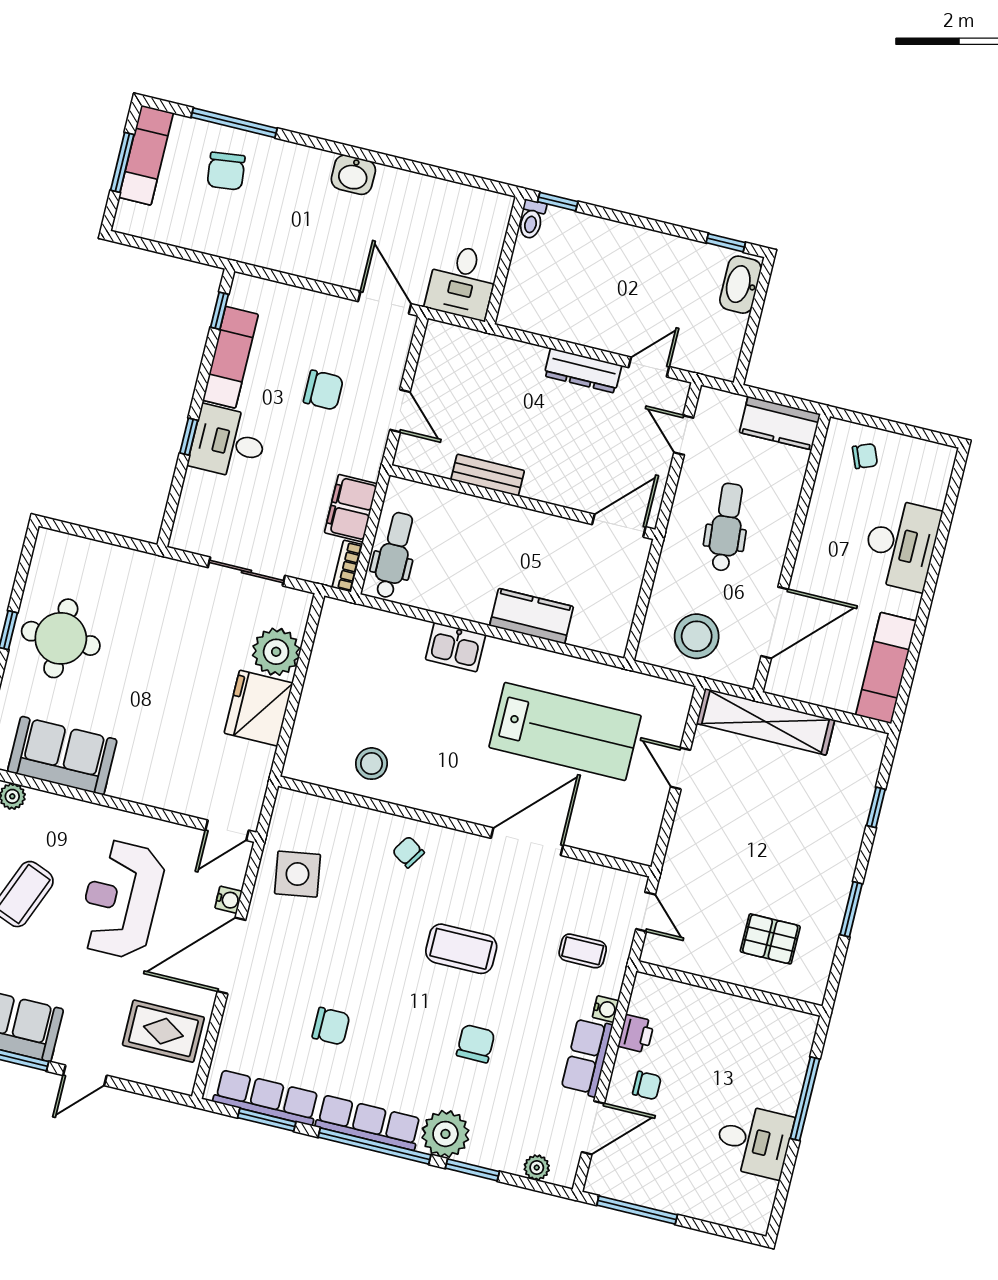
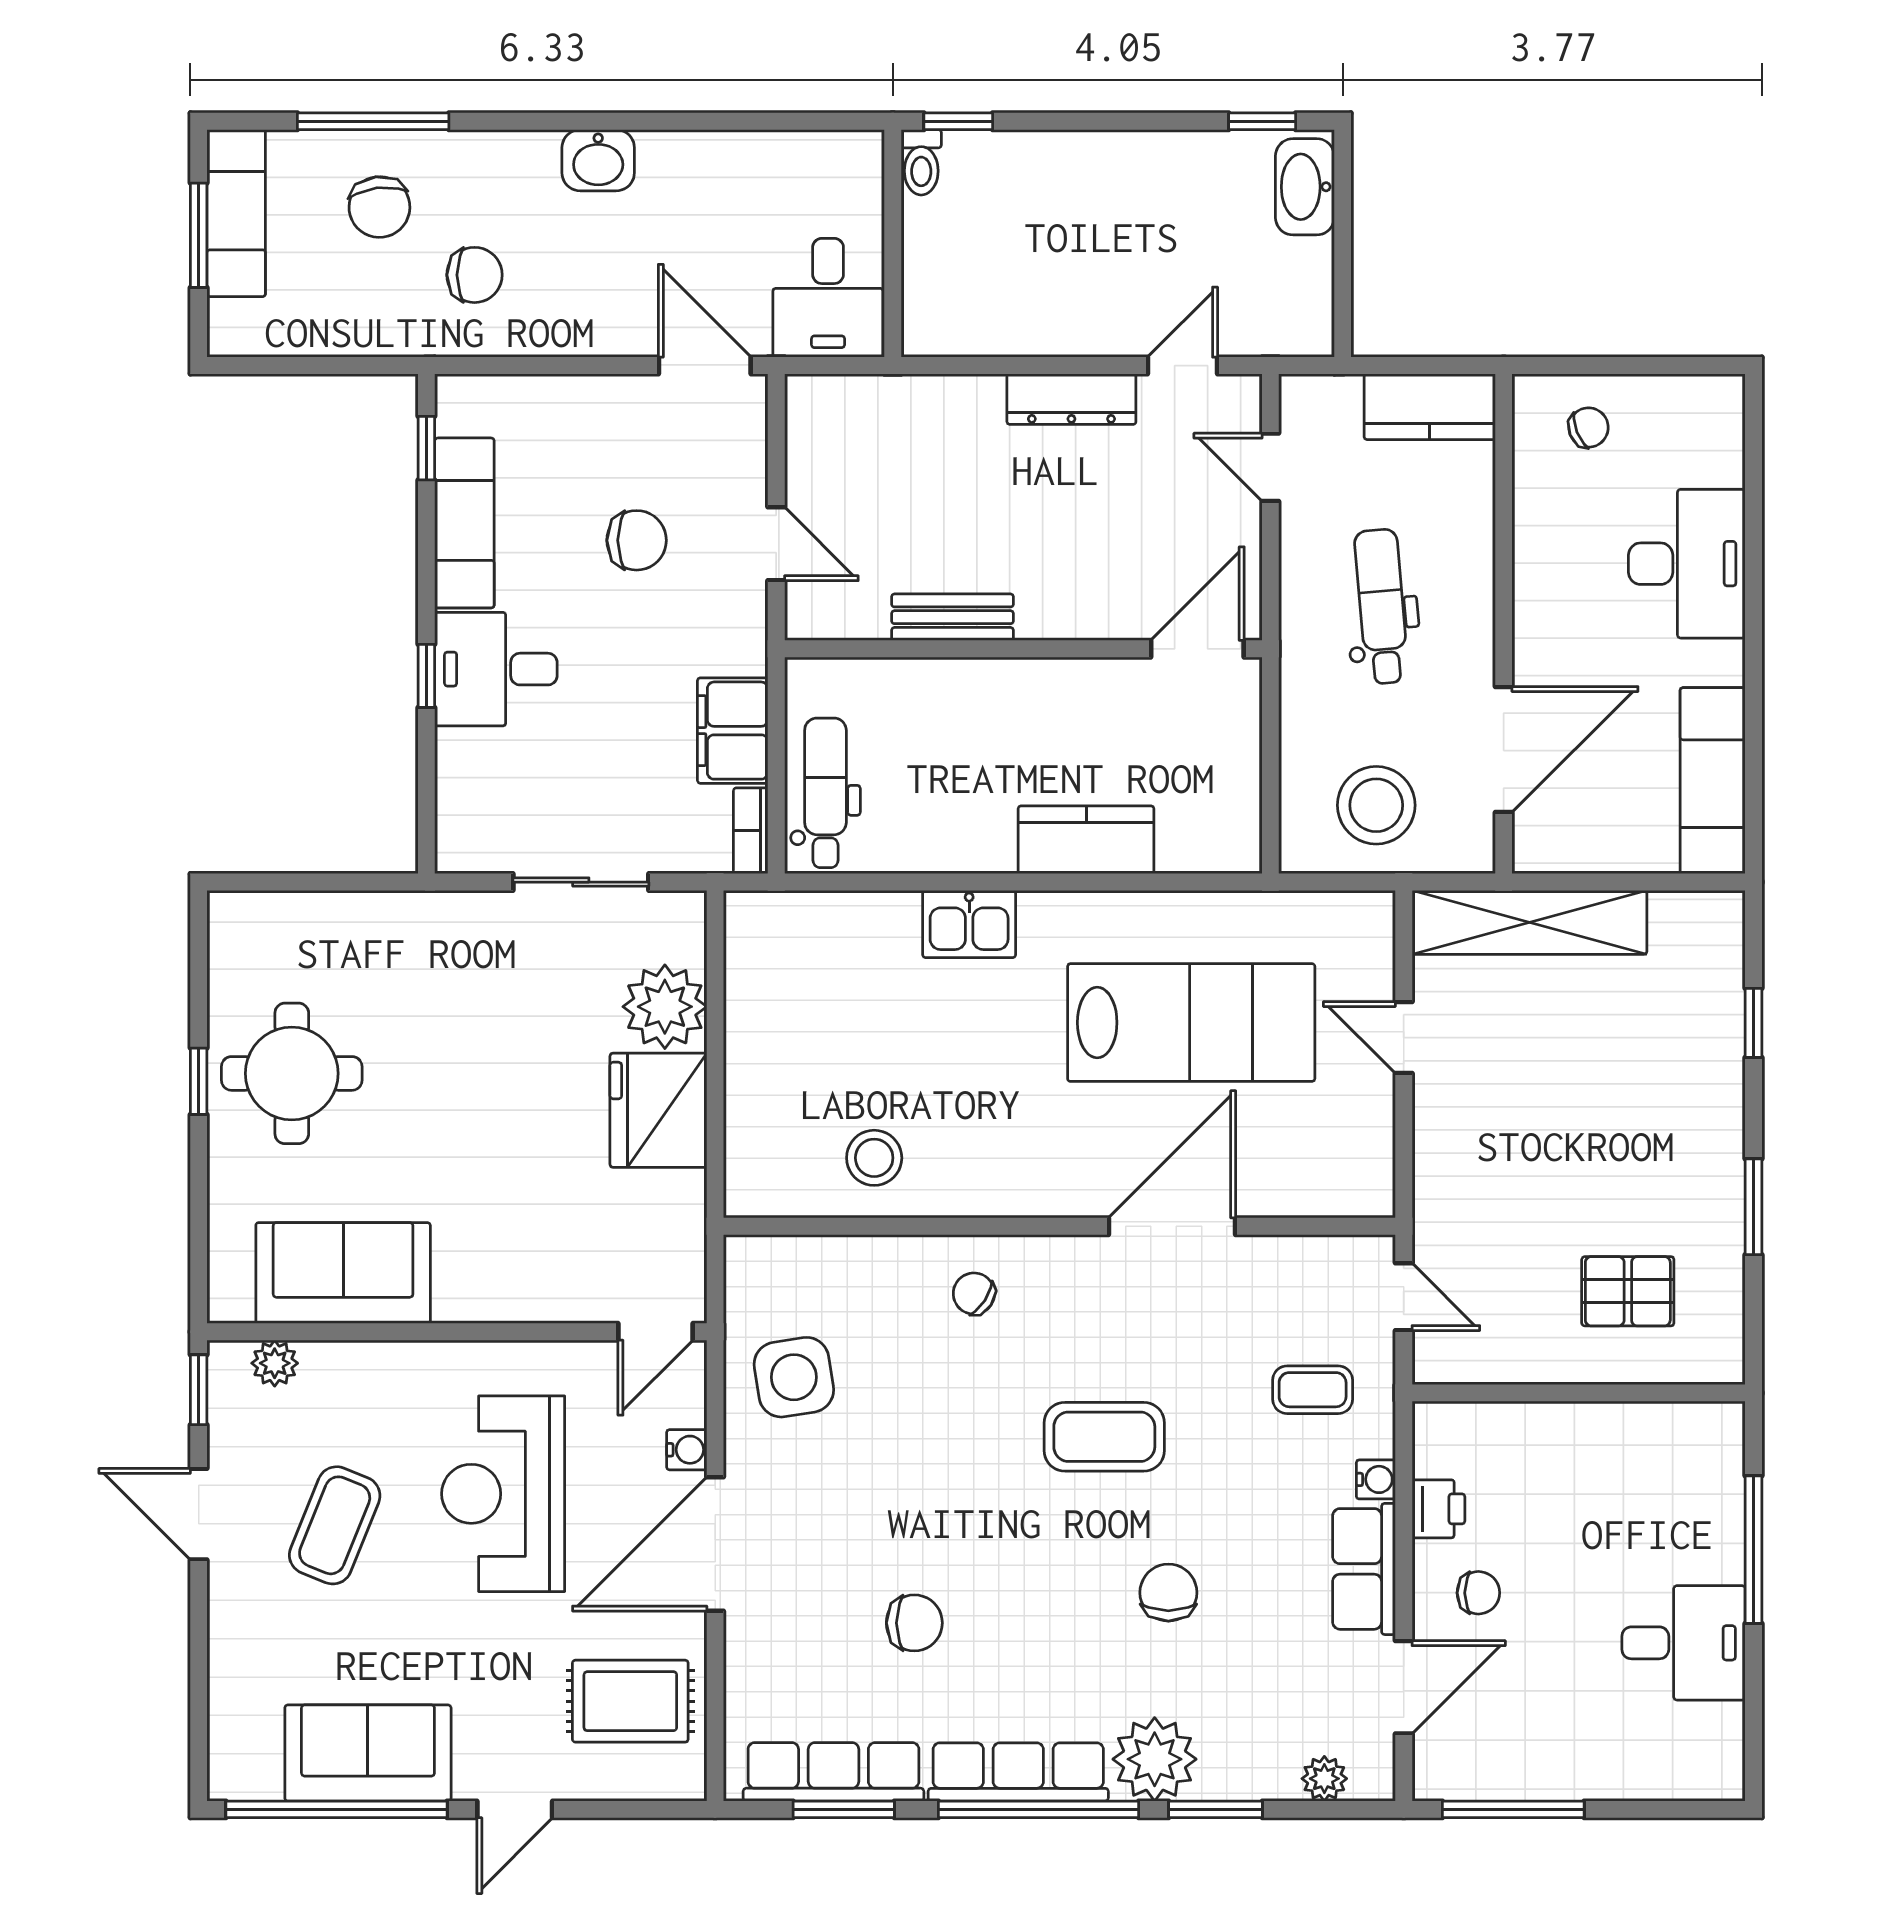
chair: (269, 221) -> (474, 275), added

